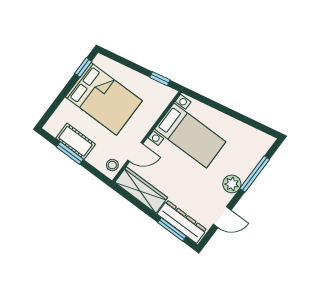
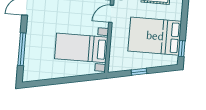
window: (160, 79) -> (139, 72), moved
plant: (232, 184) -> (33, 33), removed

